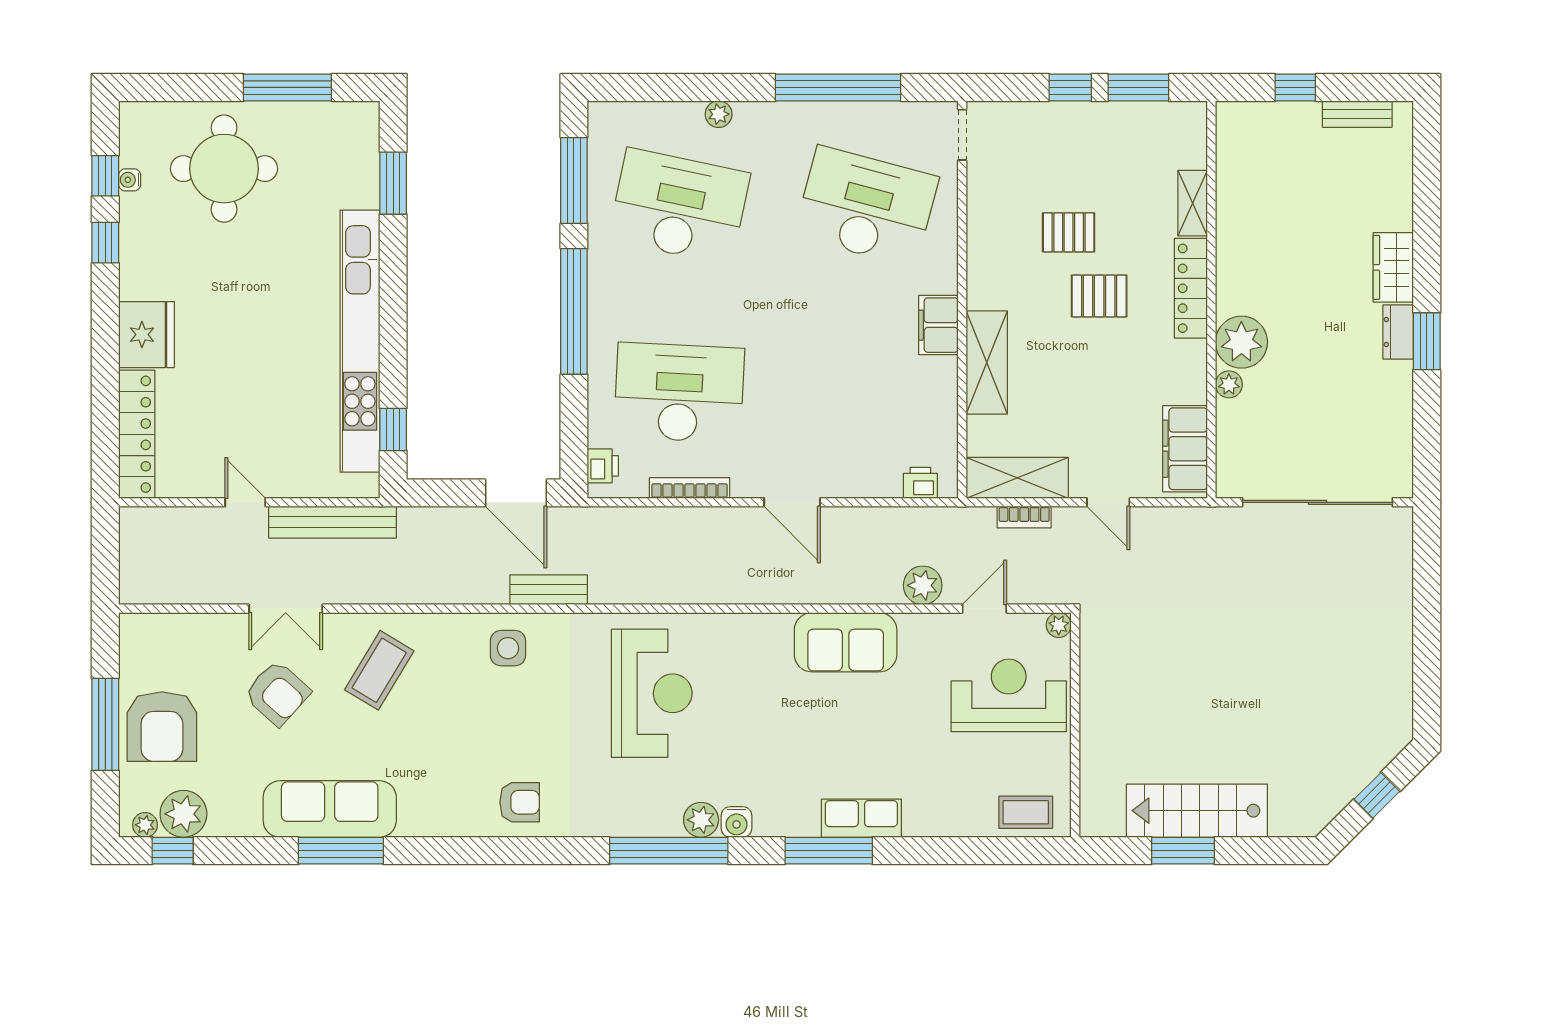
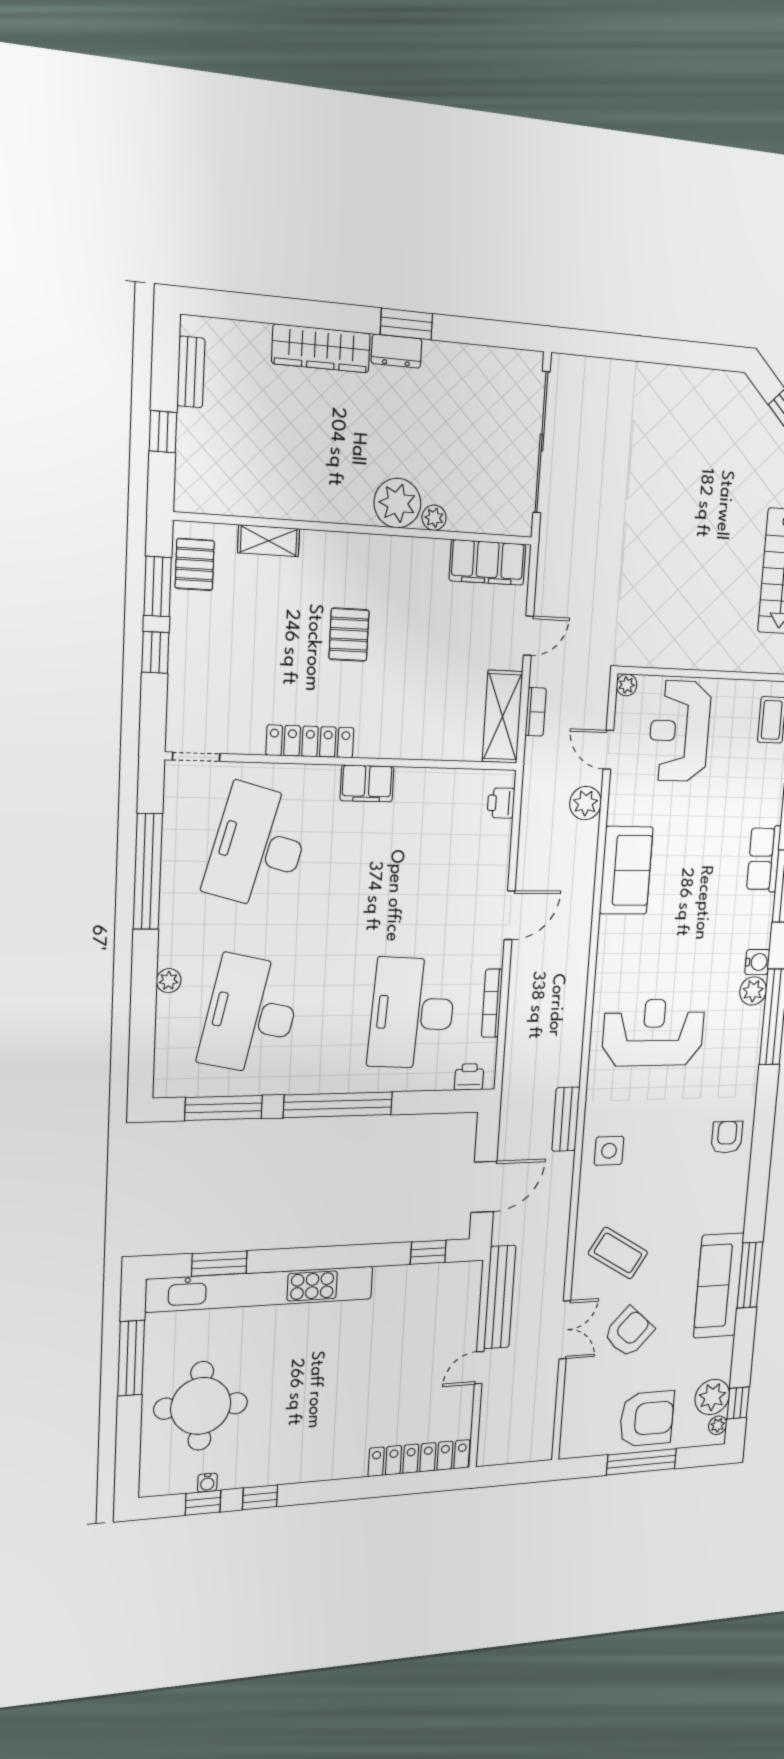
pallet: (1069, 232) -> (195, 564), moved
wardrobe: (1393, 267) -> (321, 348), width x1.50
locker: (1191, 288) -> (310, 741), moved, turned 180
fridge: (146, 335) -> (339, 1457), removed
kitchen unit: (360, 341) -> (261, 1289), moved
shelving: (987, 363) -> (402, 741), removed
door: (516, 493) -> (484, 1187), moved

